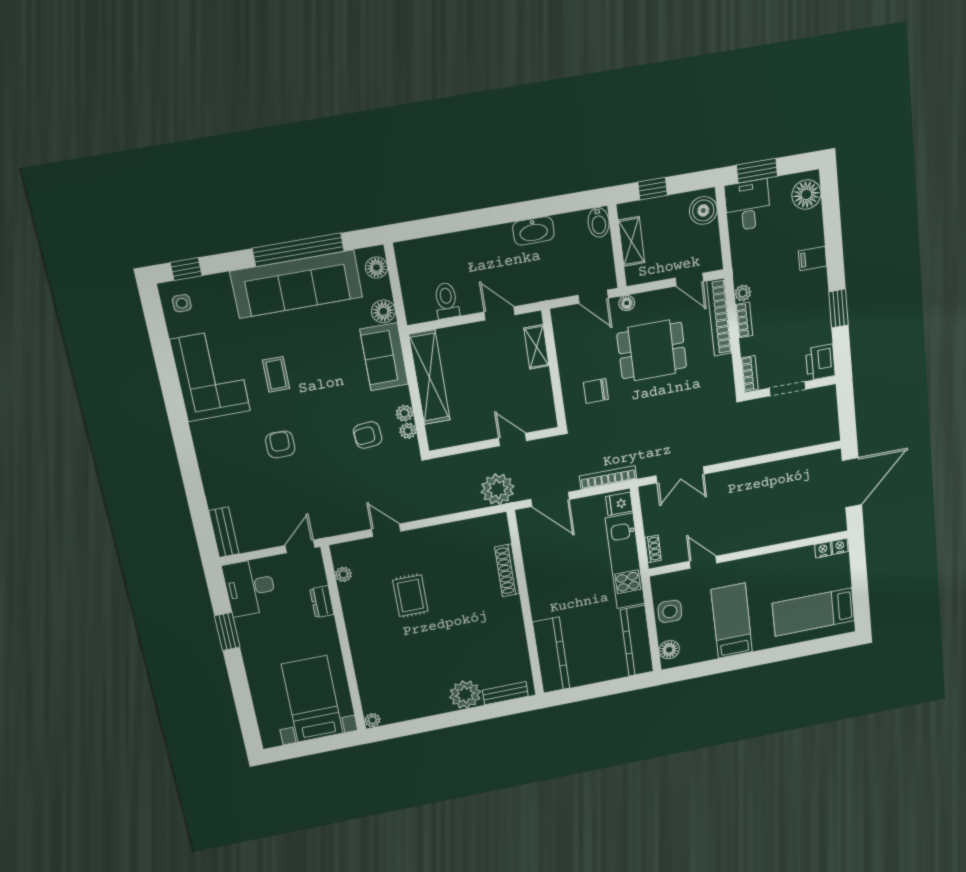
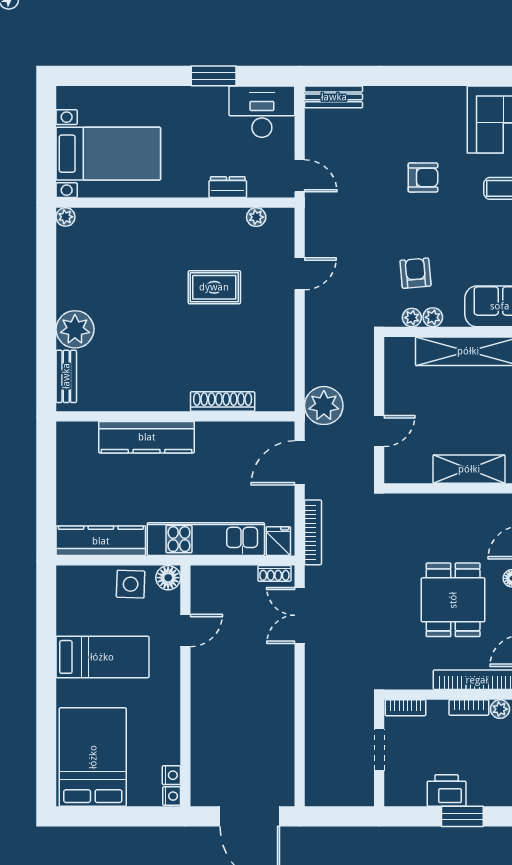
shelving: (536, 347) -> (469, 469), width x1.50, depth x1.33
printer: (820, 362) -> (447, 791), moved
chair: (596, 391) -> (418, 532), removed
shoe rack: (653, 549) -> (274, 573), moved
bed: (813, 612) -> (93, 757), width x1.50
floor lamp: (669, 650) -> (168, 578), moved
kitchen counter: (551, 655) -> (147, 437), moved

